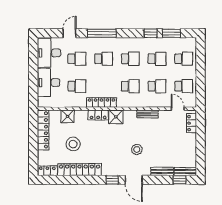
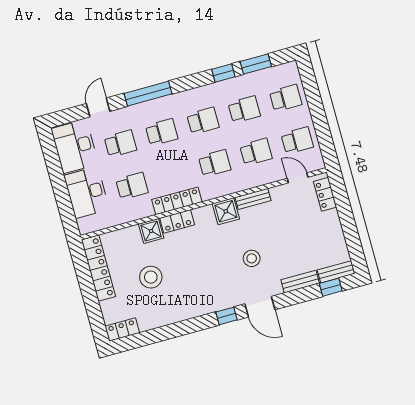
shower: (68, 116) -> (151, 231), moved
shower: (116, 117) -> (226, 211), moved
locker: (79, 170) -> (172, 314), removed

